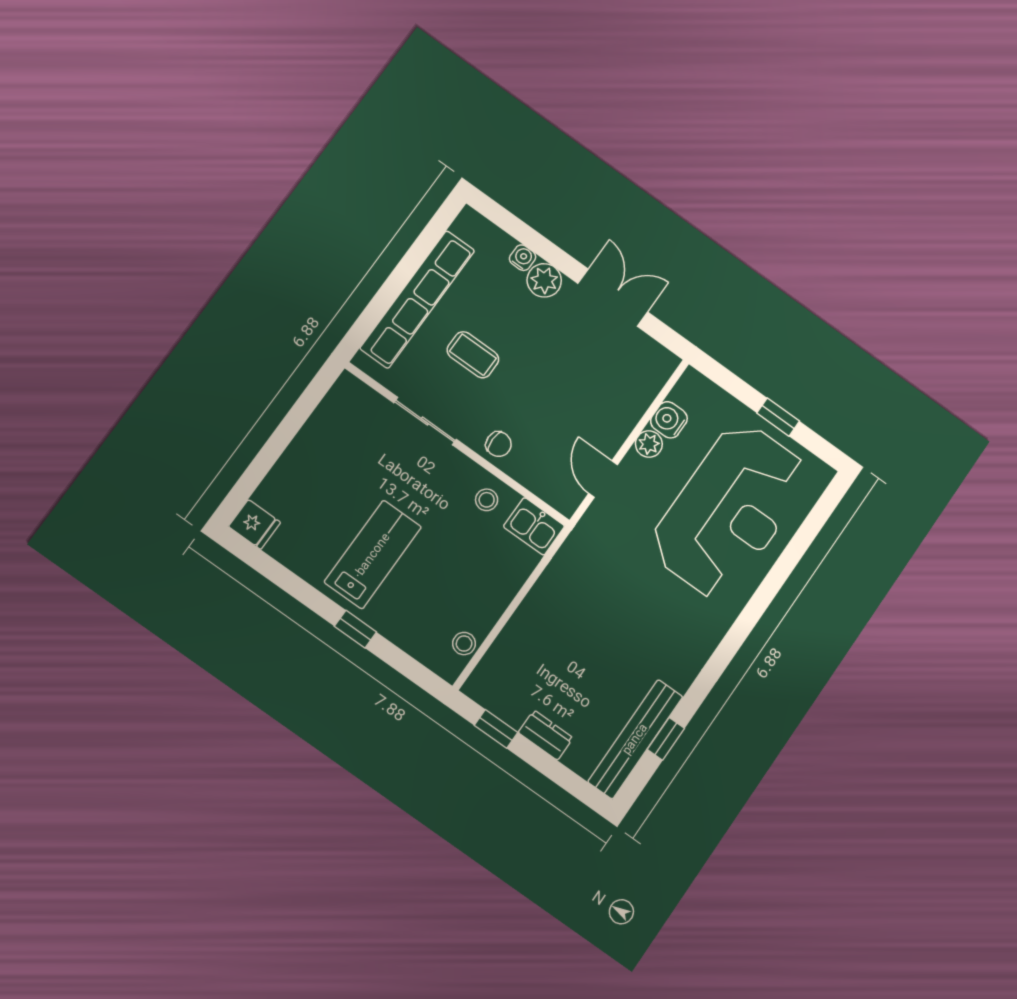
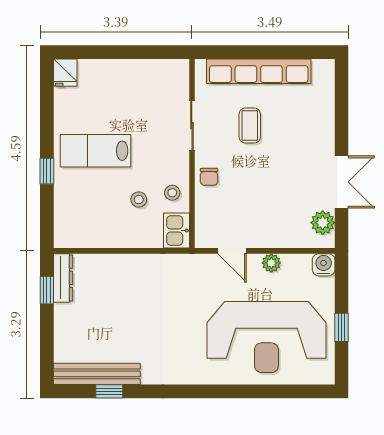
water cooler: (523, 258) -> (327, 114), removed
plant: (544, 280) -> (323, 223), moved
water cooler: (669, 420) -> (324, 265), moved
door: (603, 479) -> (232, 251), swing flipped
lab bench: (373, 554) -> (95, 151), turned 180
stool: (464, 644) -> (139, 200), moved
dresser: (546, 735) -> (63, 278), moved, width x1.44

